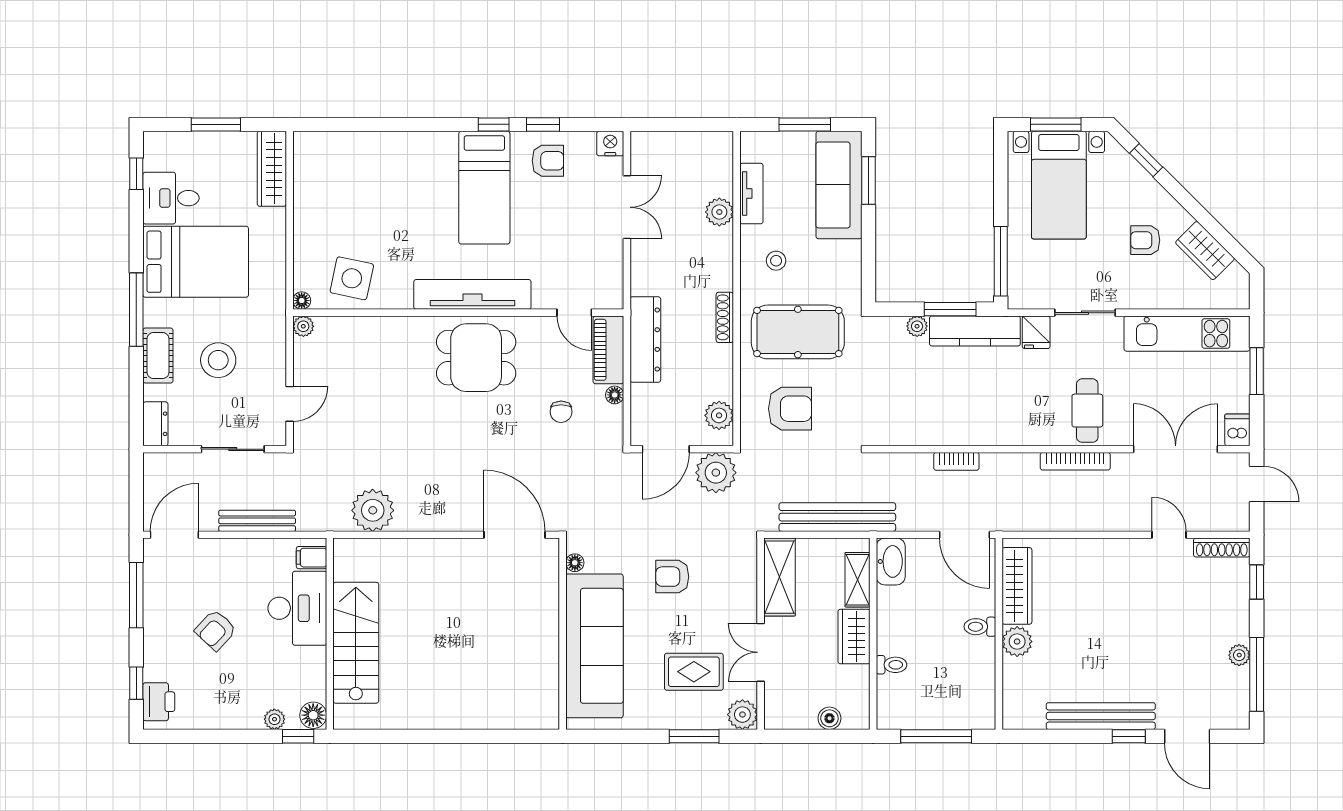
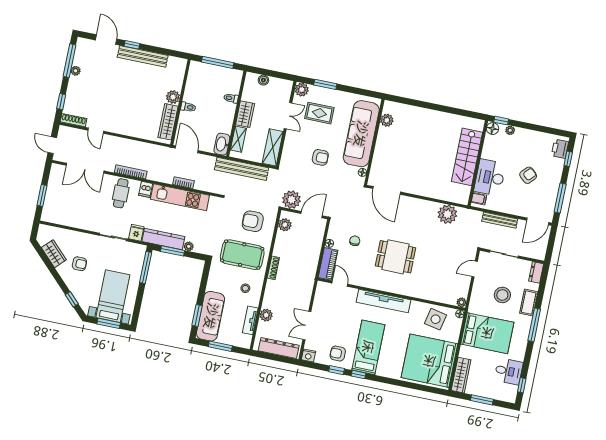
bed: (347, 186) -> (429, 361), added
bed: (196, 262) -> (487, 333), moved, turned 180
kitchen unit: (1187, 334) -> (180, 197), moved, turned 180
dresser: (645, 340) -> (279, 348), moved, turned 90
dining table: (476, 358) -> (396, 257), moved
dishwasher: (1237, 430) -> (146, 189), moved
plant: (545, 686) -> (387, 120), added

